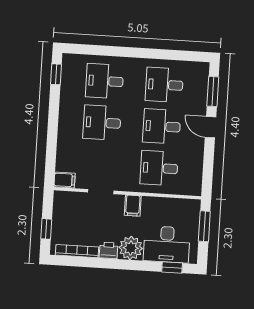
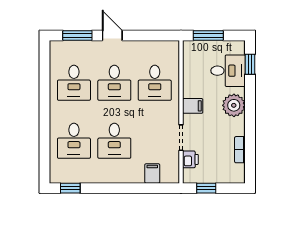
door: (211, 127) -> (112, 35), swing flipped
filing cabinet: (65, 180) -> (152, 173), moved
window: (46, 229) -> (206, 188), moved
desk: (167, 244) -> (228, 71), width x0.73
printer: (109, 250) -> (190, 159), moved, turned 180
bookcase: (77, 251) -> (240, 150), width x0.64

